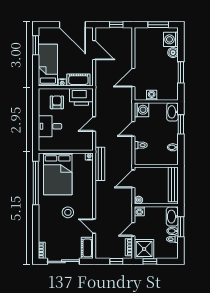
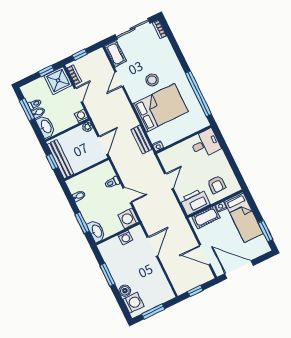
desk: (50, 126) -> (205, 144), moved
door: (133, 129) -> (127, 195), hinge flipped
bench: (100, 164) -> (141, 139), width x0.73
bed: (58, 174) -> (160, 108), moved, turned 90
window: (181, 186) -> (52, 161), added
door: (94, 226) -> (119, 79), swing flipped
window: (181, 227) -> (27, 110), moved

